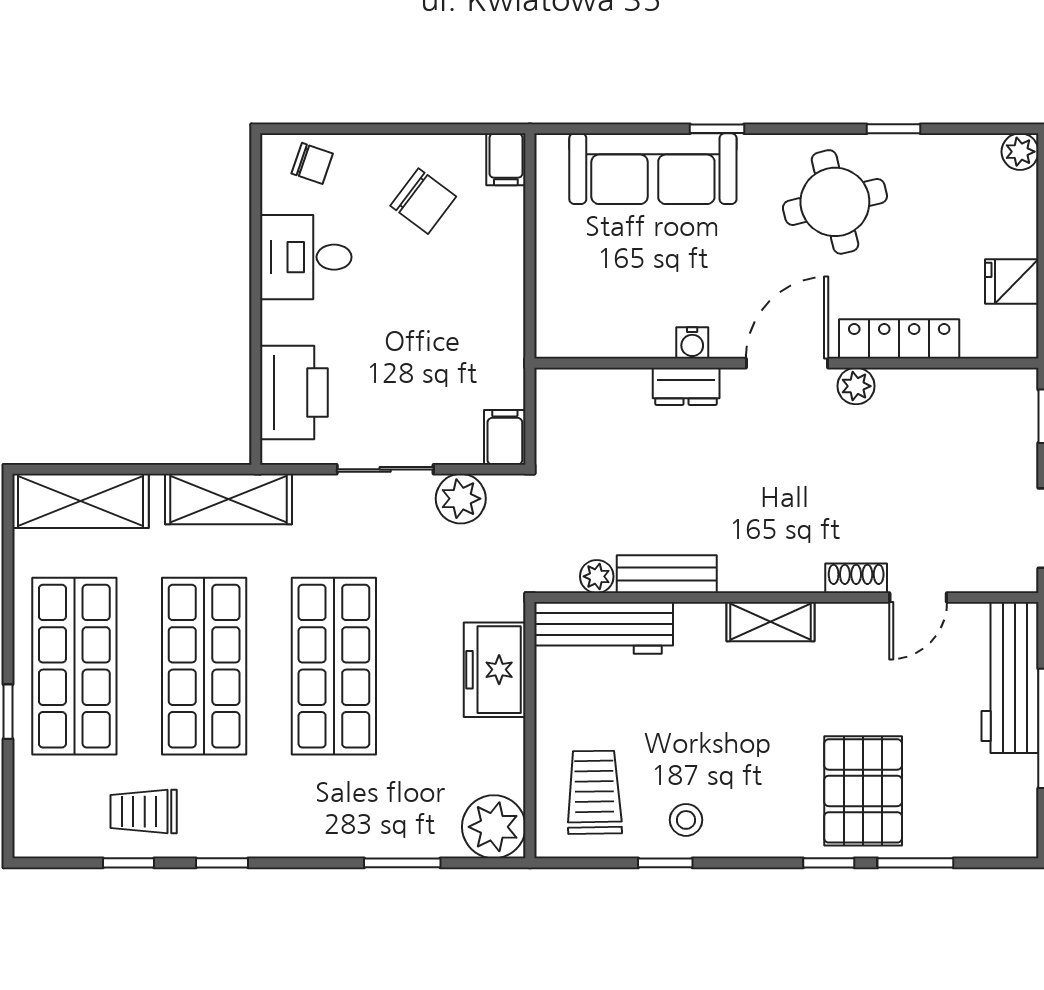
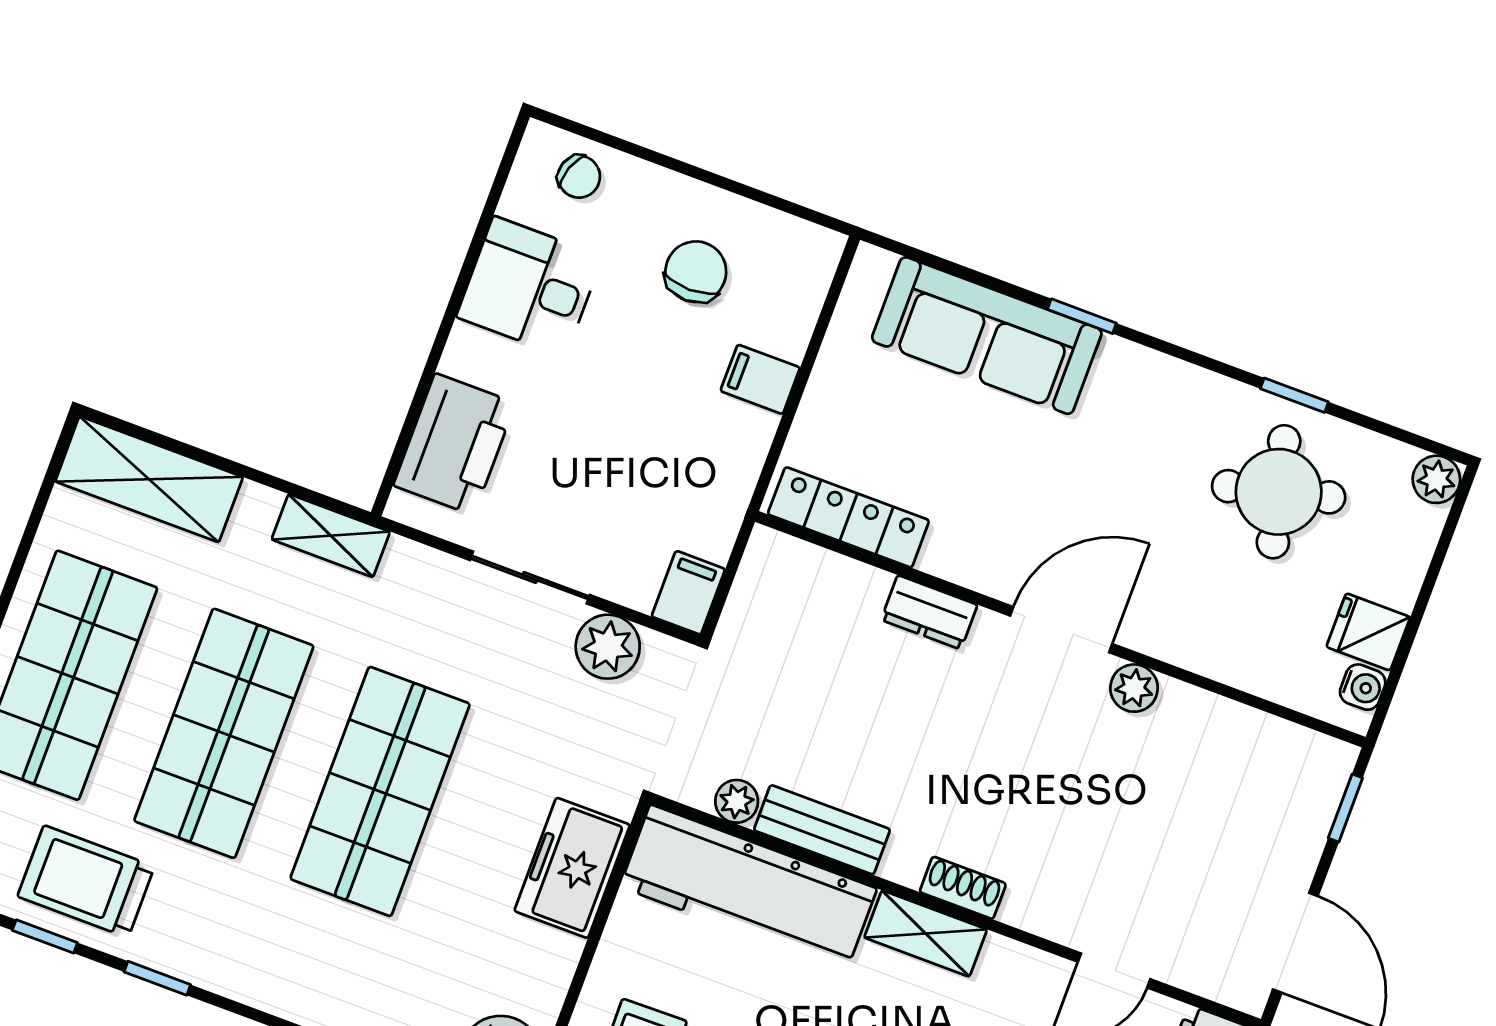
filing cabinet: (506, 159) -> (760, 379), moved, turned 90
chair: (423, 201) -> (696, 272), turned -127
round table: (835, 202) -> (1279, 492), moved
locker: (899, 339) -> (848, 517), moved
water cooler: (692, 343) -> (1363, 687), moved, turned -90
shelving: (228, 499) -> (331, 536), width x0.67, depth x0.75
shoe rack: (856, 578) -> (963, 888), moved
workbench: (604, 628) -> (748, 888), width x1.36, depth x1.32
trolley: (144, 812) -> (86, 881), width x1.36, depth x1.39

